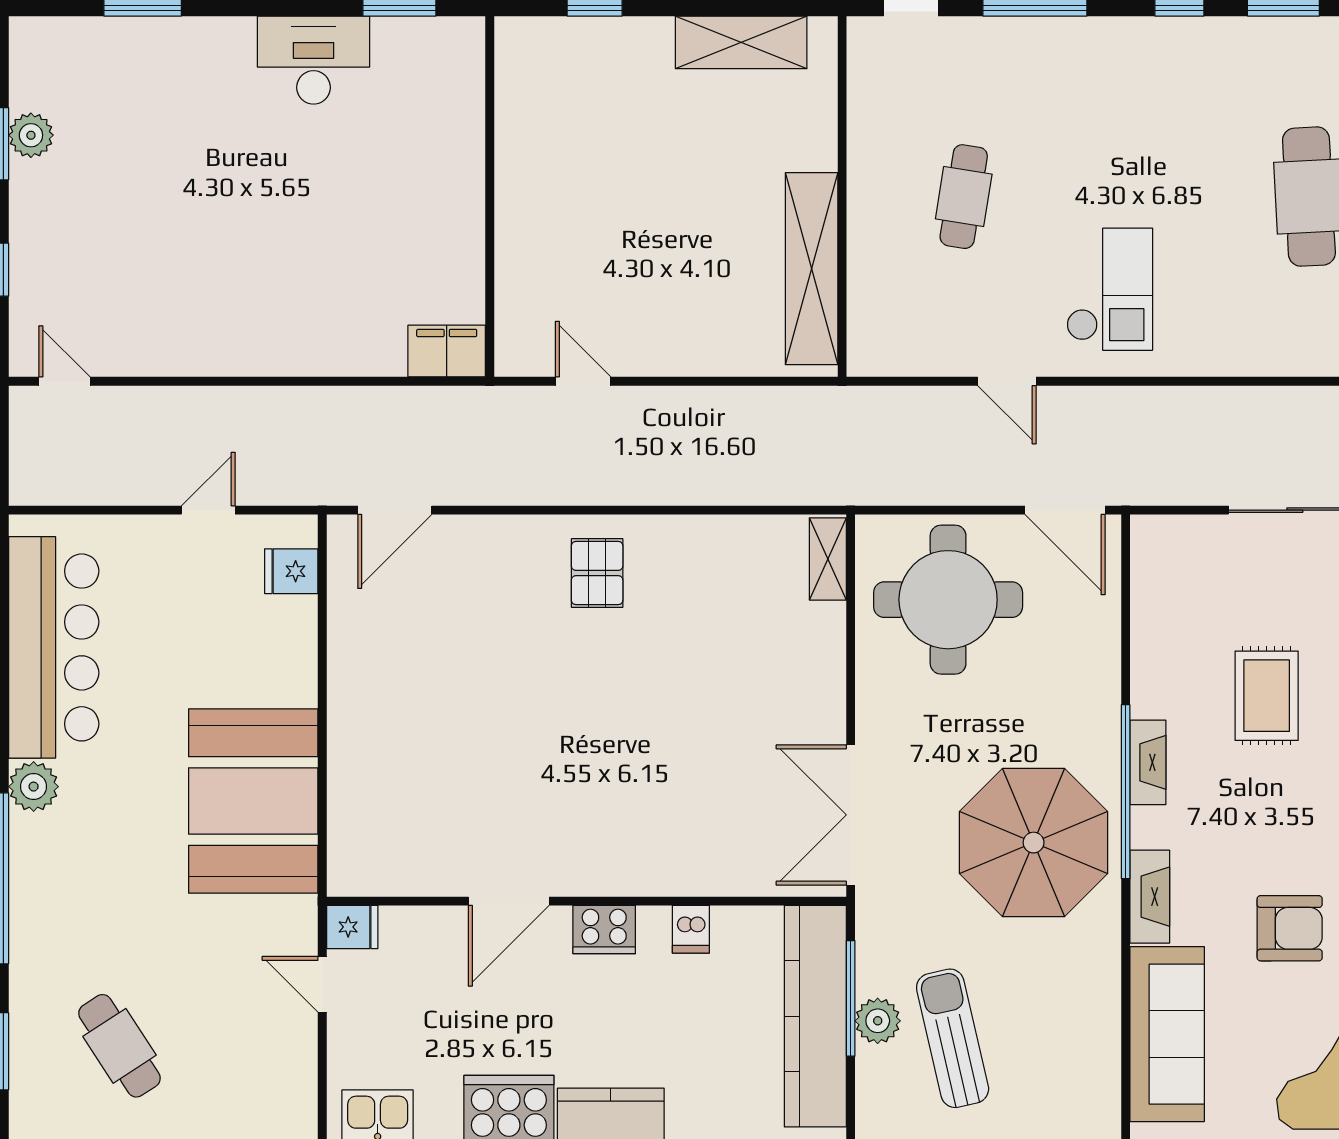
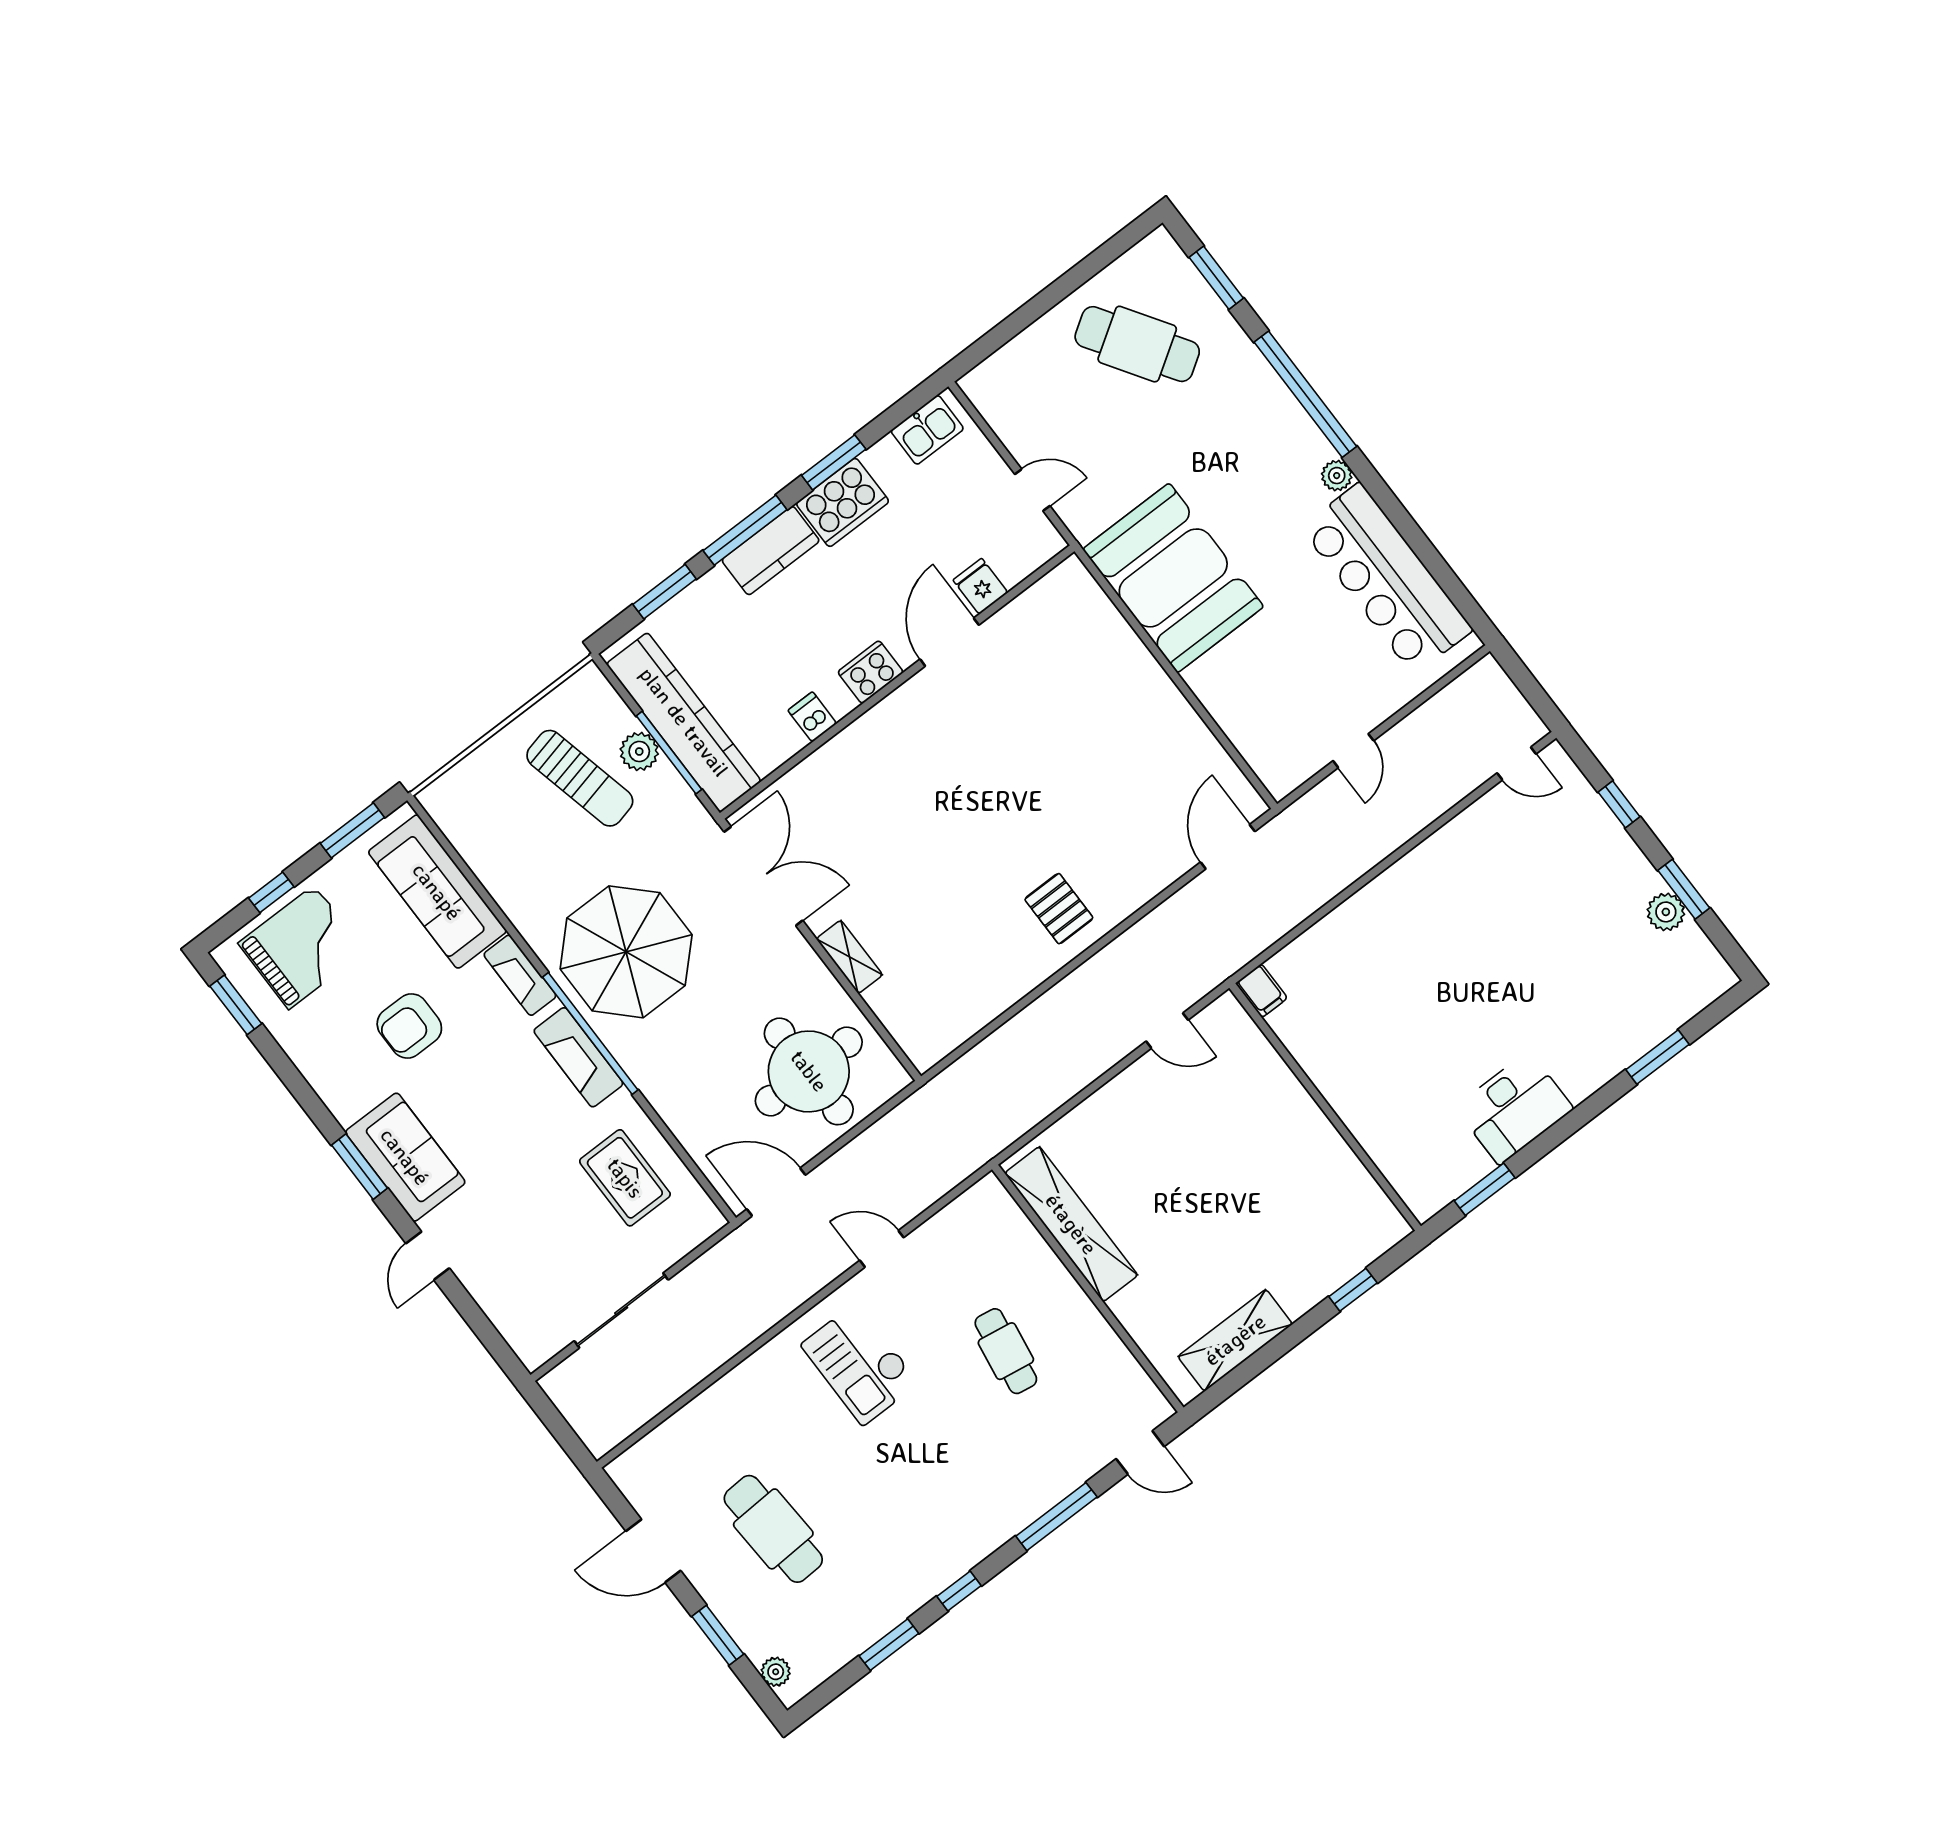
filing cabinet: (447, 351) -> (1262, 991), width x0.50
shelving: (828, 559) -> (849, 957), moved
fridge: (291, 571) -> (1266, 752), removed
rug: (1267, 696) -> (625, 1178), moved
fireplace: (1148, 762) -> (578, 1057), width x1.37, depth x1.32
plant: (34, 787) -> (1337, 476), width x0.73, depth x0.73
fridge: (352, 927) -> (980, 586), moved, turned 90
cafe table: (119, 1046) -> (1137, 344), width x1.37, depth x1.35

